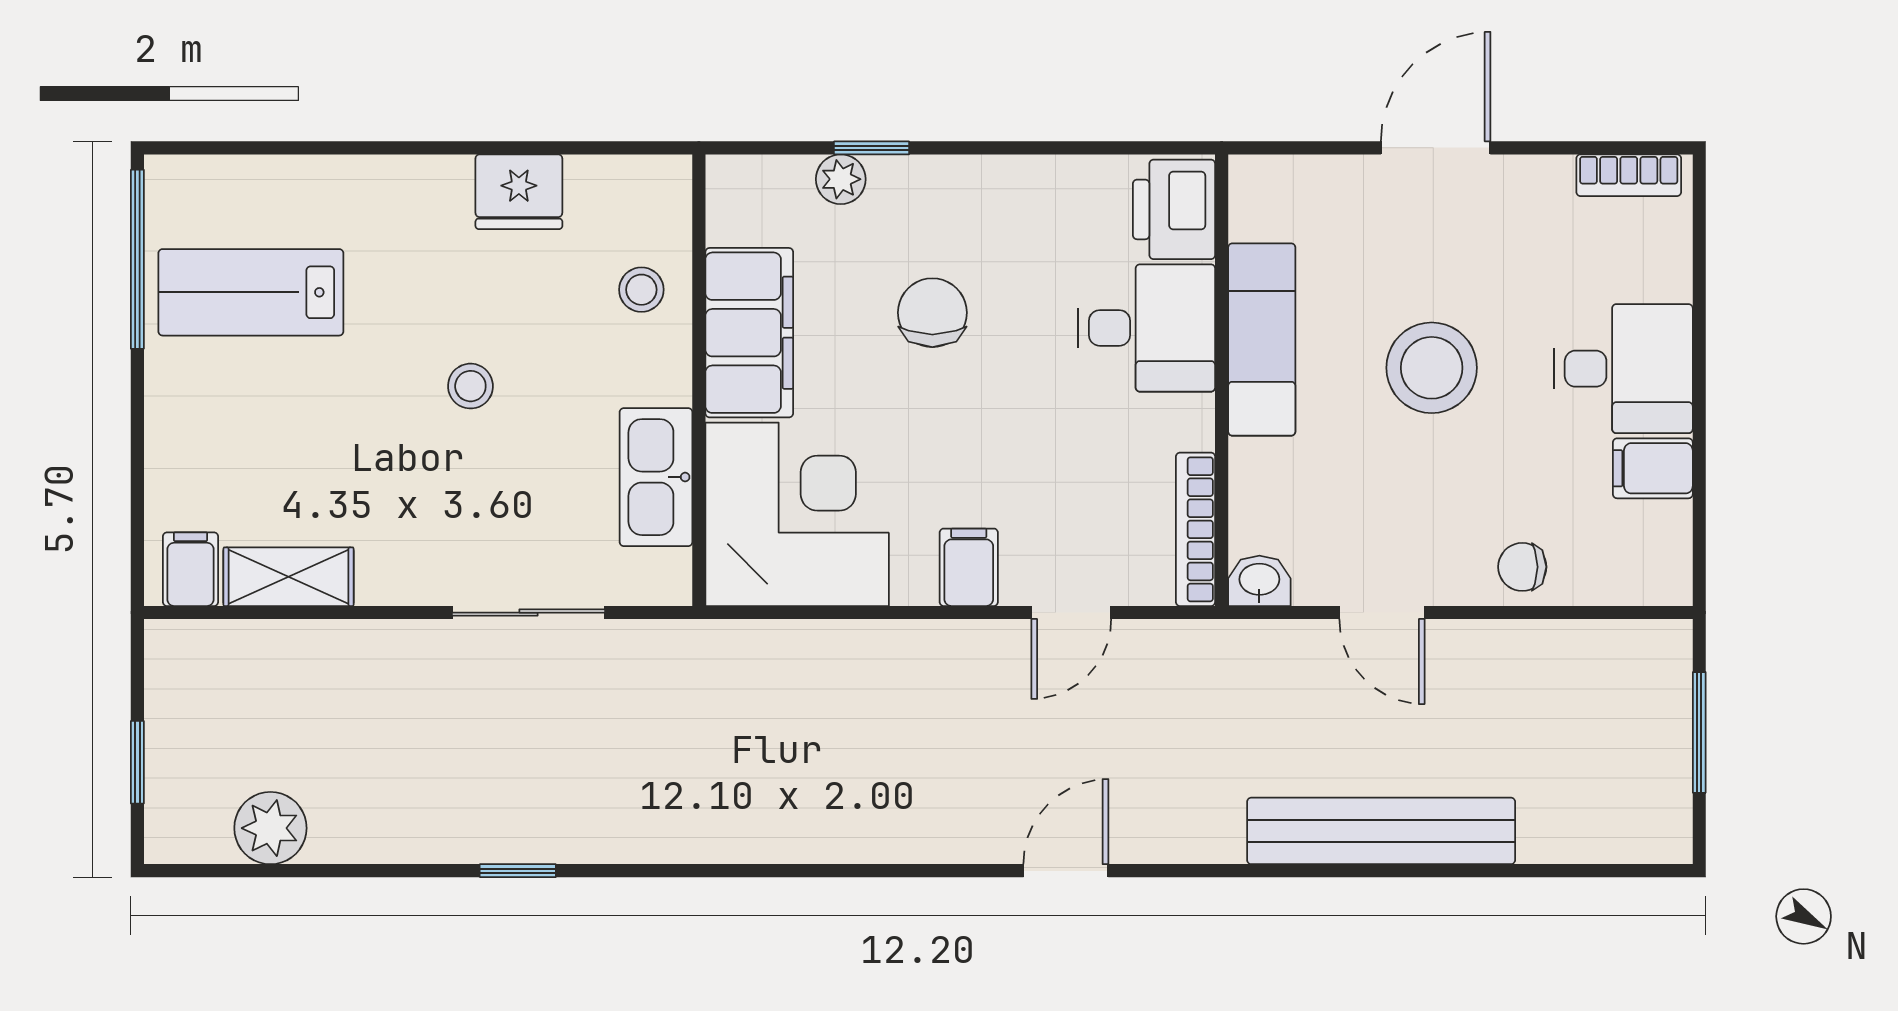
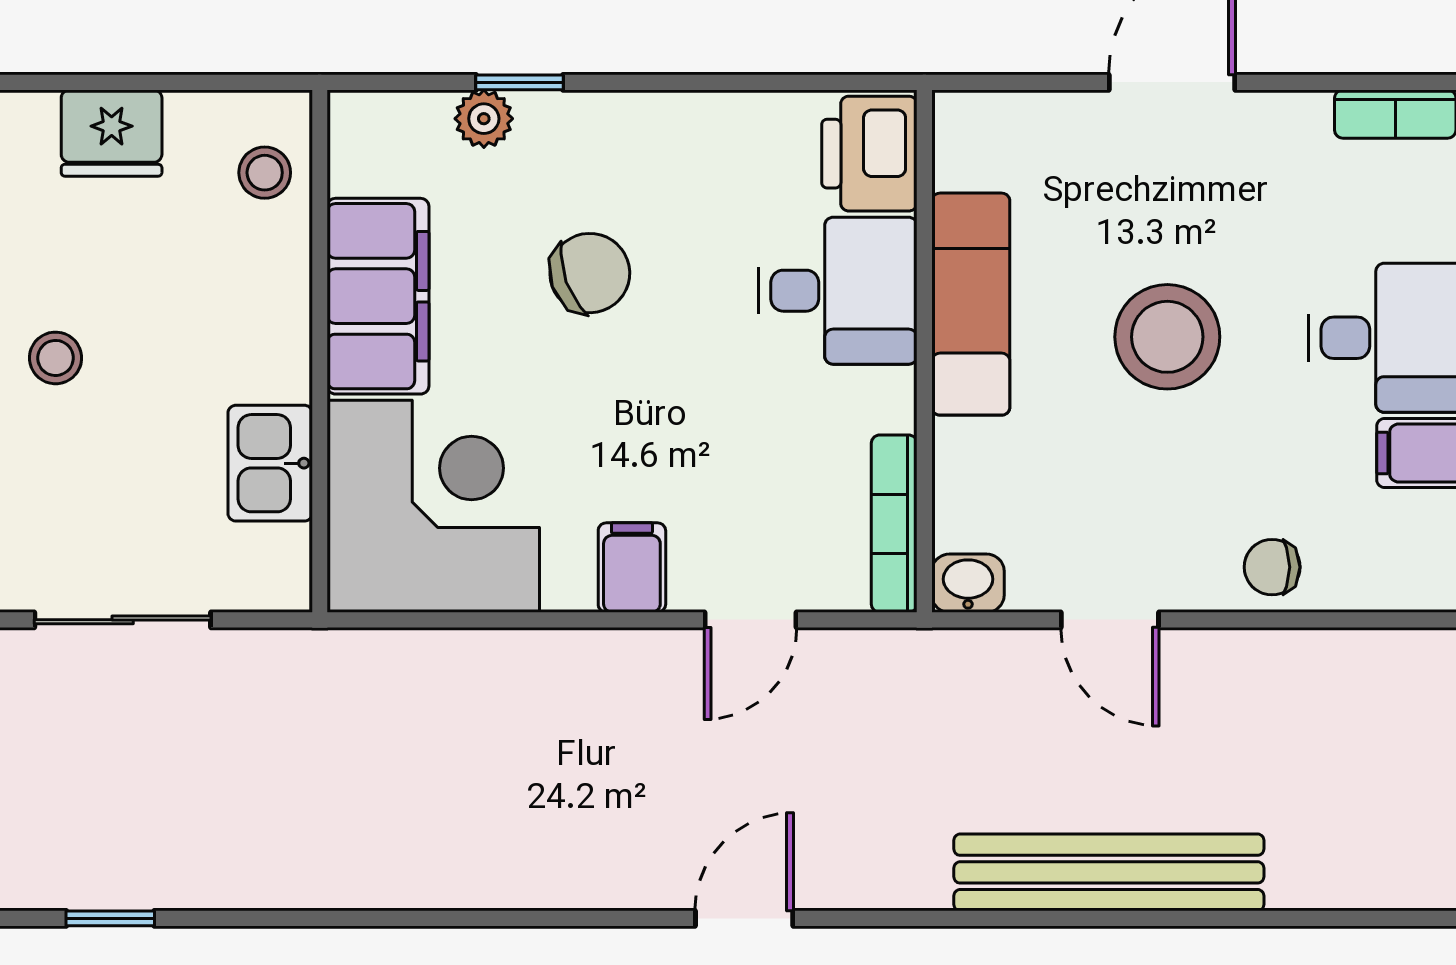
stool: (641, 290) -> (265, 173), moved
chair: (932, 313) -> (590, 273), turned 70
kitchen sink: (656, 477) -> (270, 463), width x0.73

